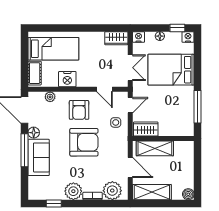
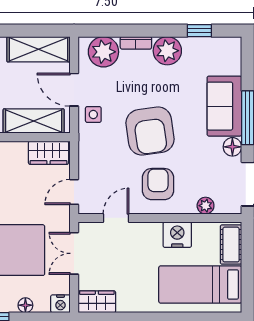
door: (105, 89) -> (116, 218), hinge flipped
side table: (116, 122) -> (93, 114), moved
armchair: (84, 142) -> (150, 131), turned -98

